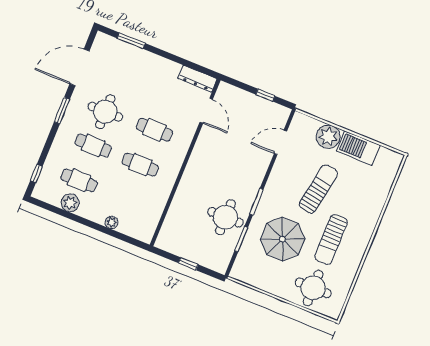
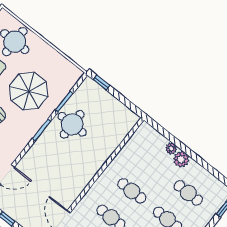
plant: (70, 203) -> (181, 159), moved
window: (188, 264) -> (101, 82), moved

